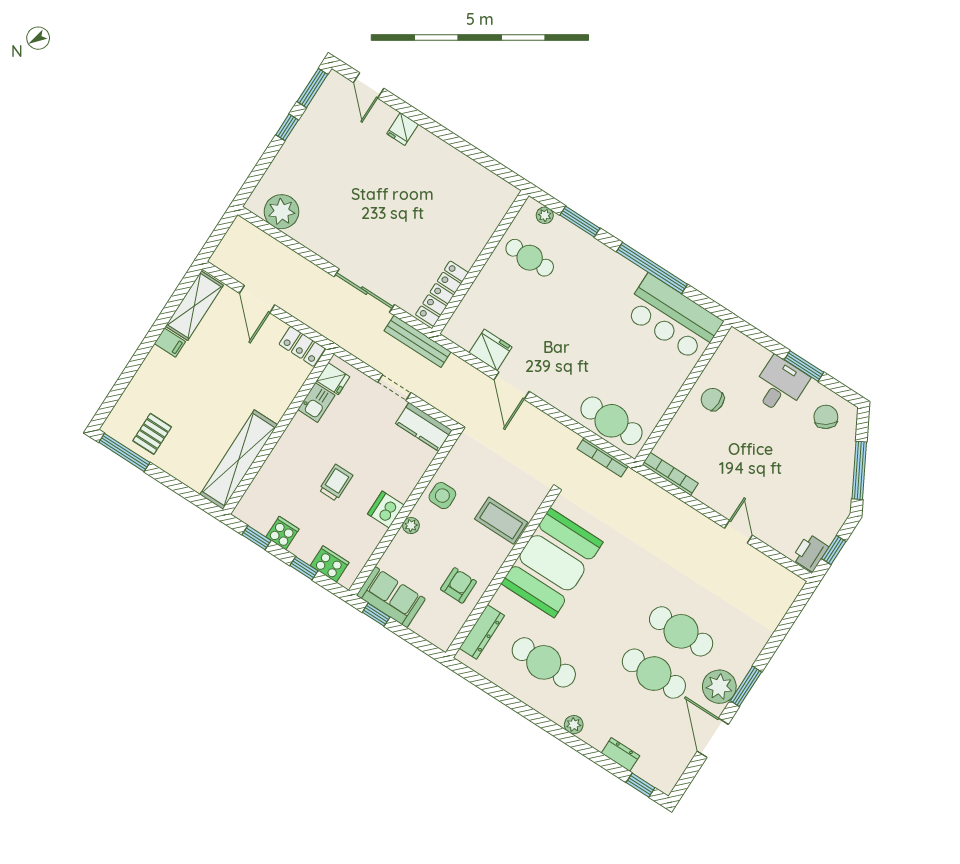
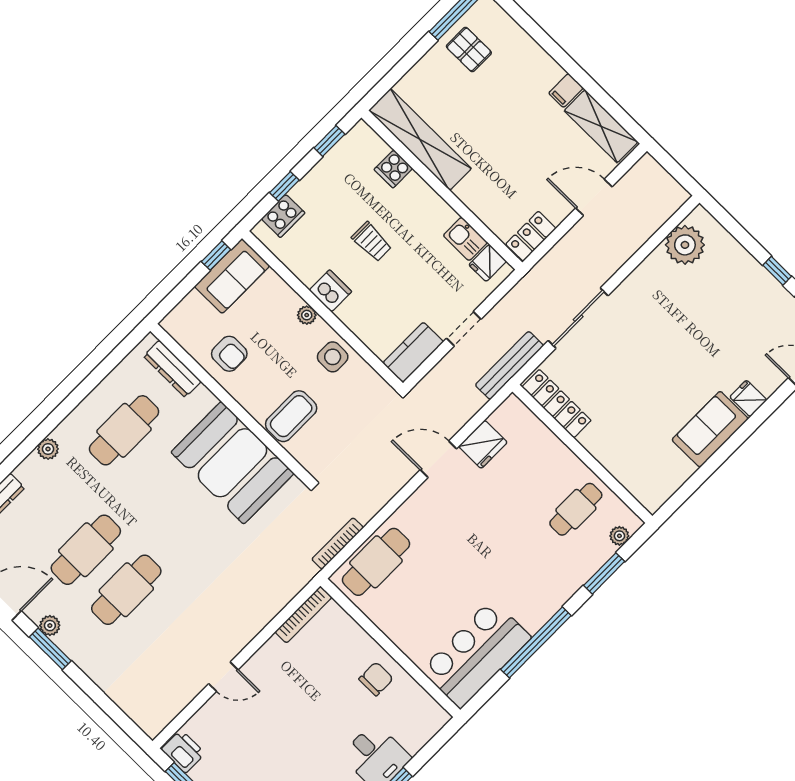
sofa: (436, 156) -> (710, 429), added
cooker: (282, 533) -> (393, 169), moved, turned 90
plant: (719, 687) -> (50, 626), width x0.53, depth x0.53

